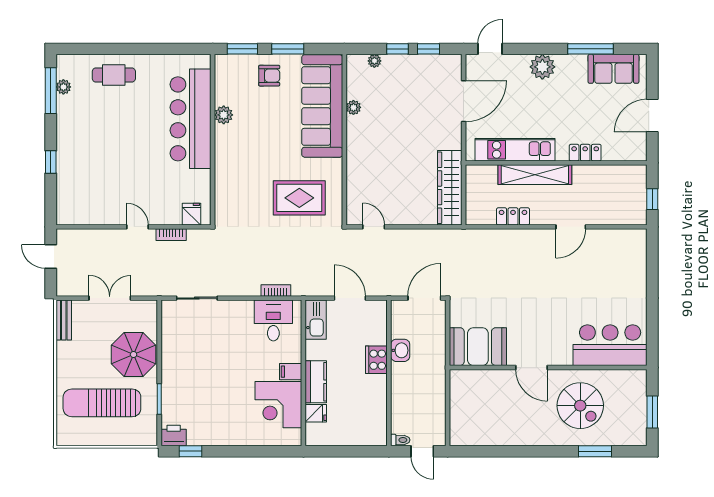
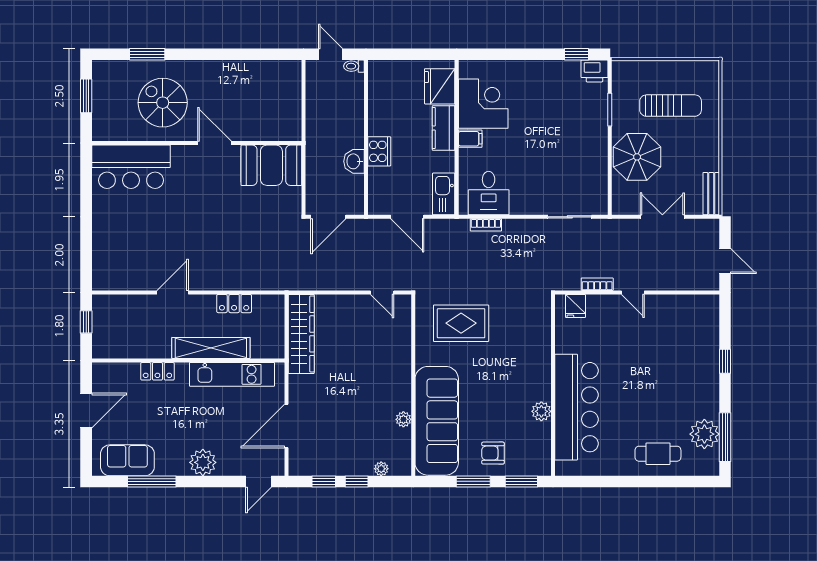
plant: (63, 87) -> (704, 434), width x1.87, depth x1.87
double door: (110, 298) -> (662, 217), swing flipped
sun lounger: (102, 403) -> (671, 106), width x0.73, depth x0.75
fridge: (316, 413) -> (440, 86), width x1.88, depth x1.34

